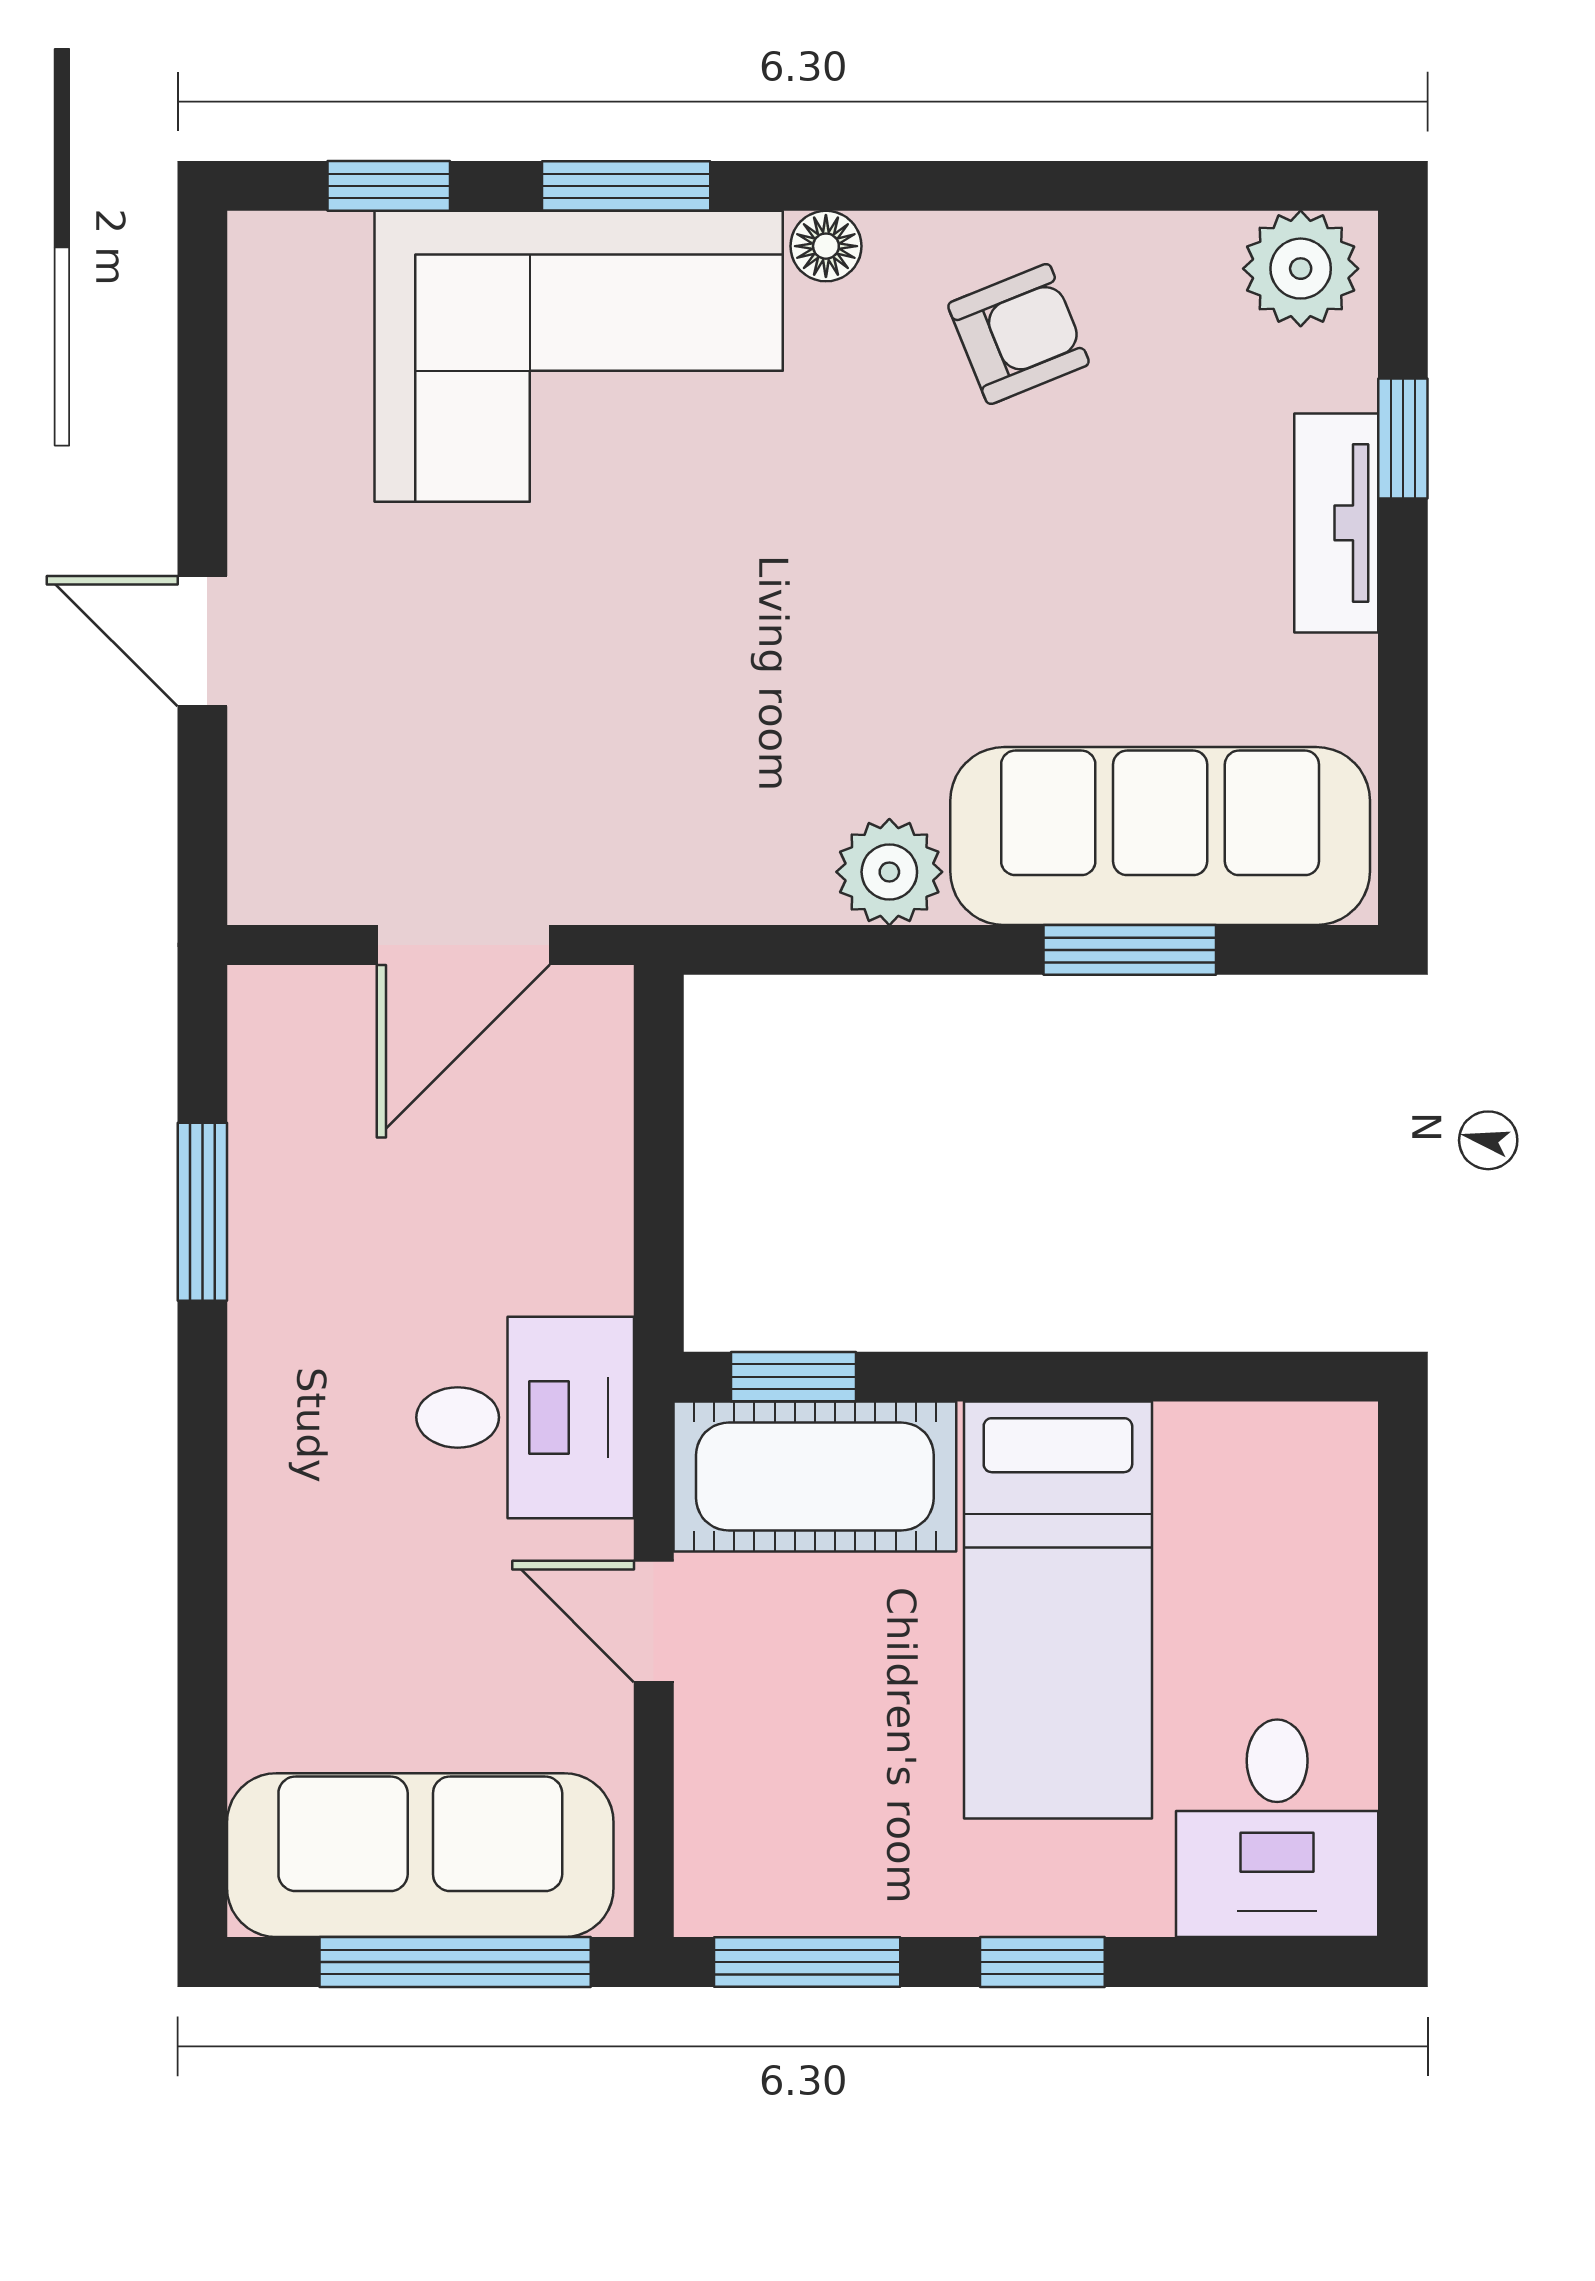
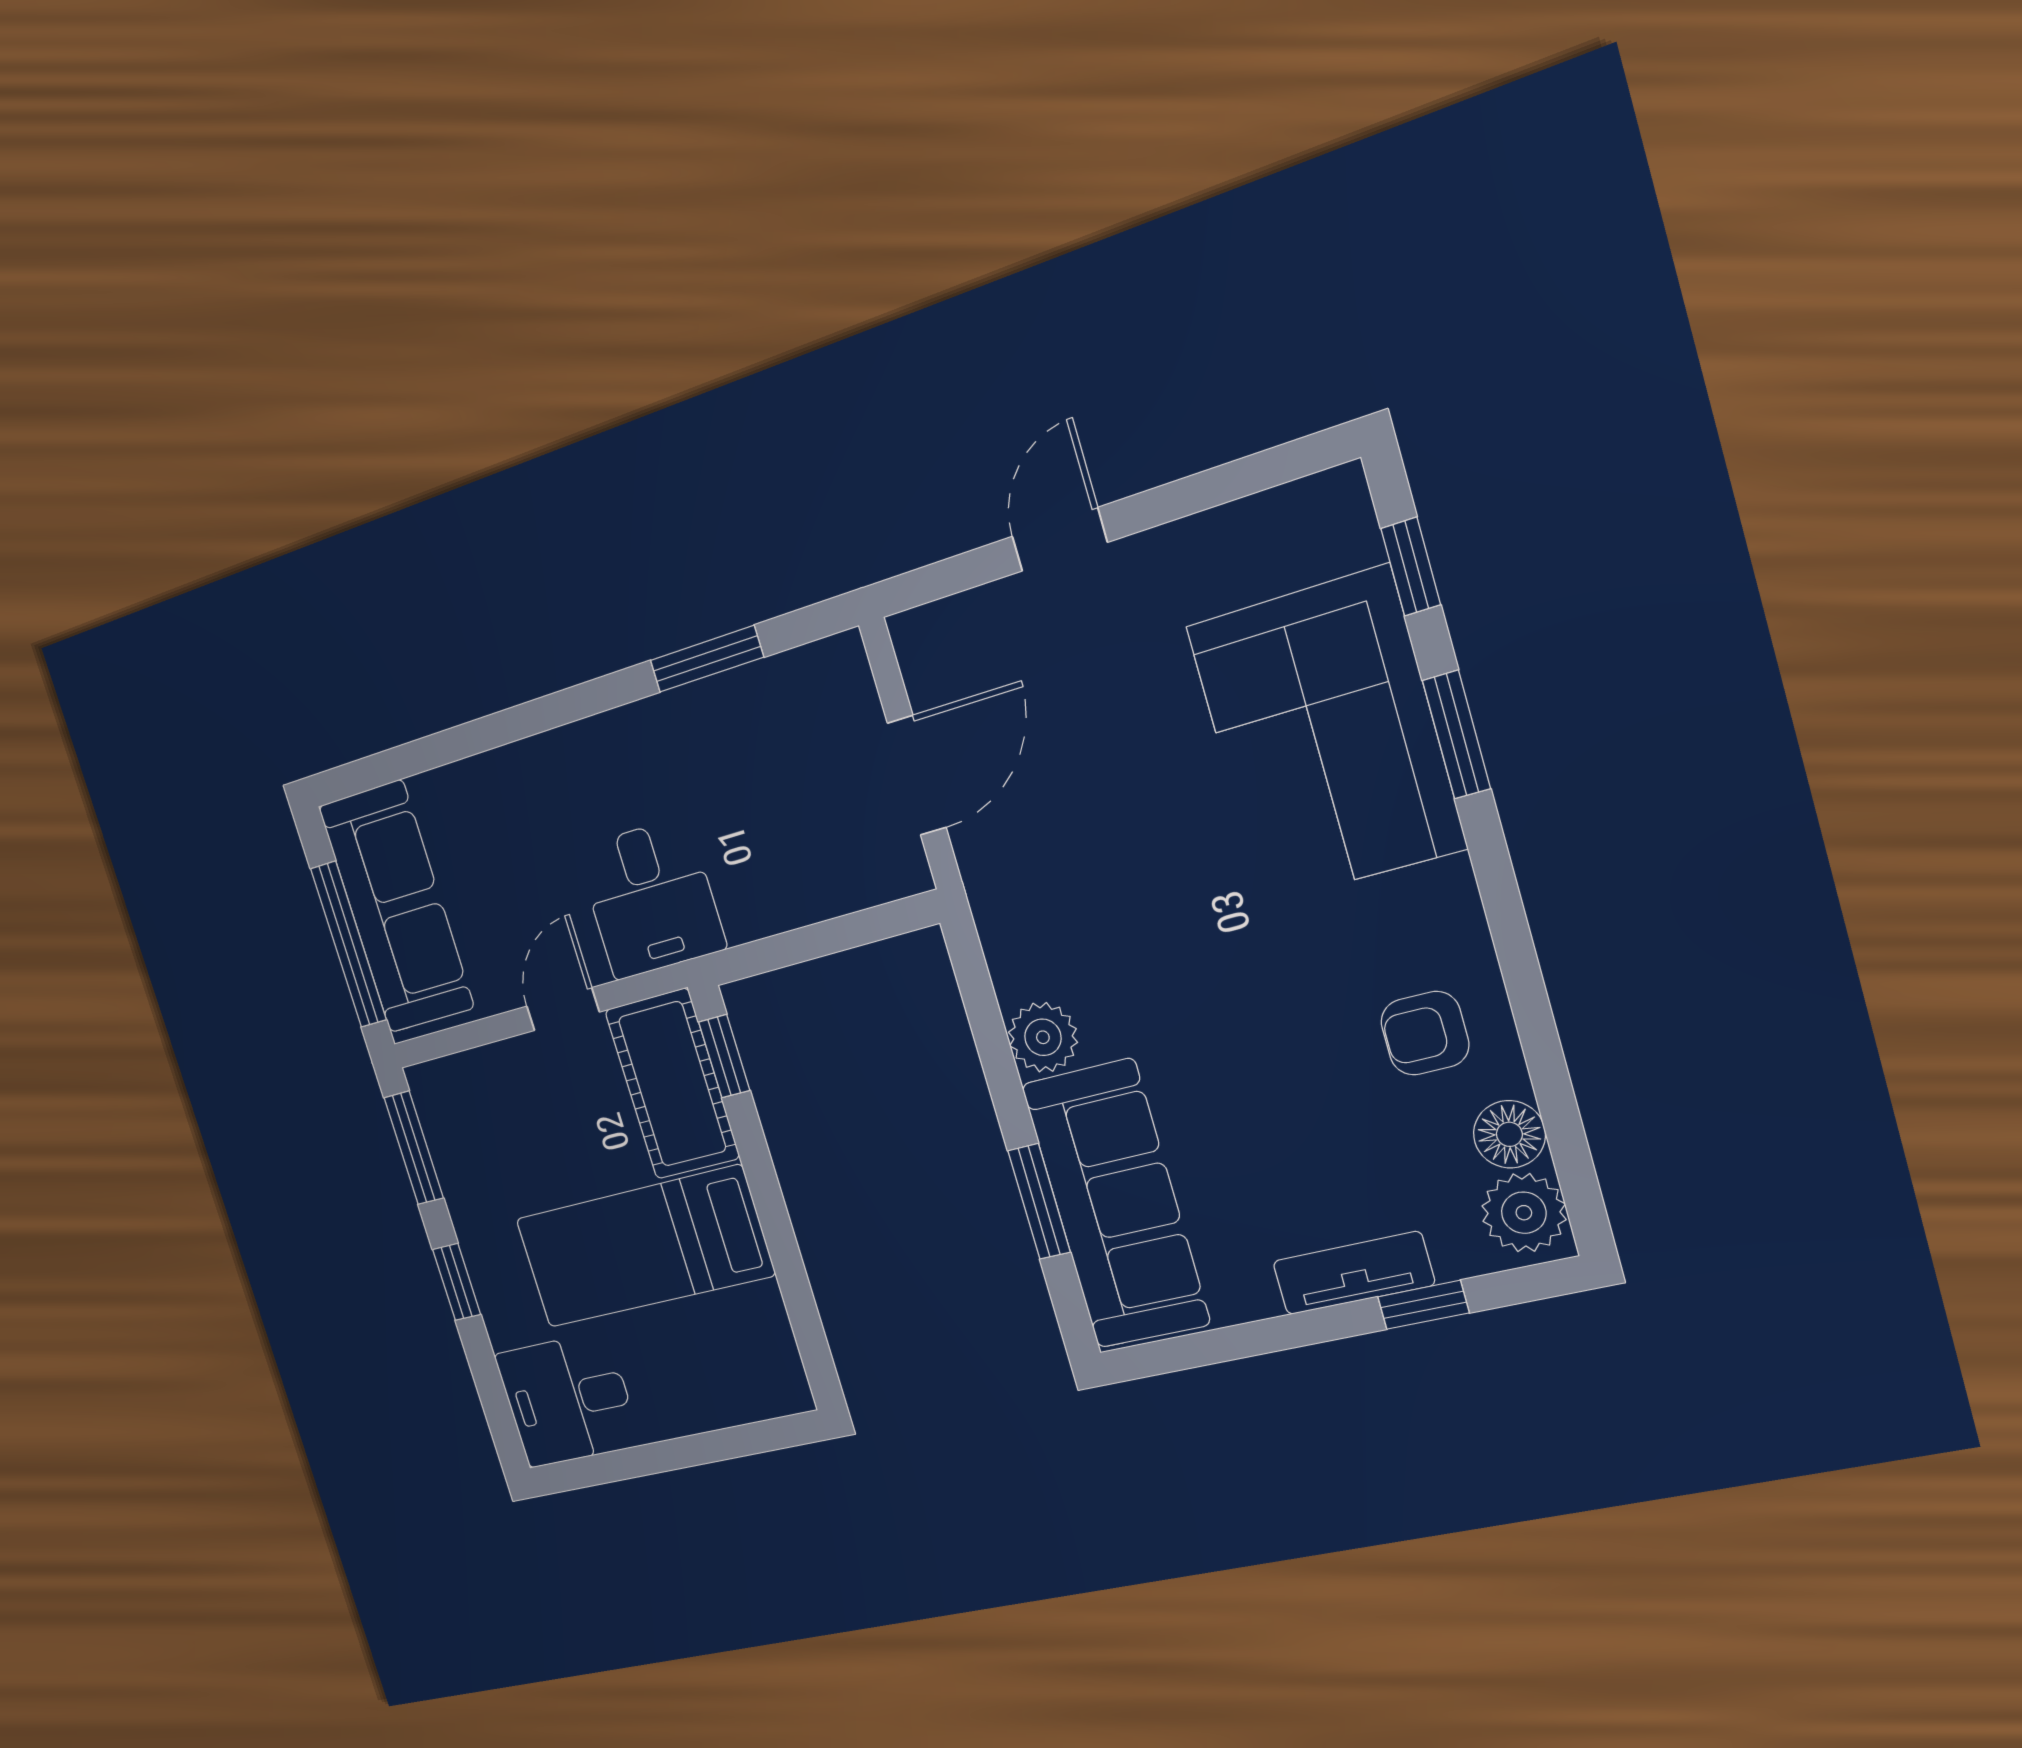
floor lamp: (826, 246) -> (1509, 1134), moved, width x1.37, depth x1.37
armchair: (1018, 334) -> (1425, 1033), turned 112
door: (463, 945) -> (917, 775), swing flipped

